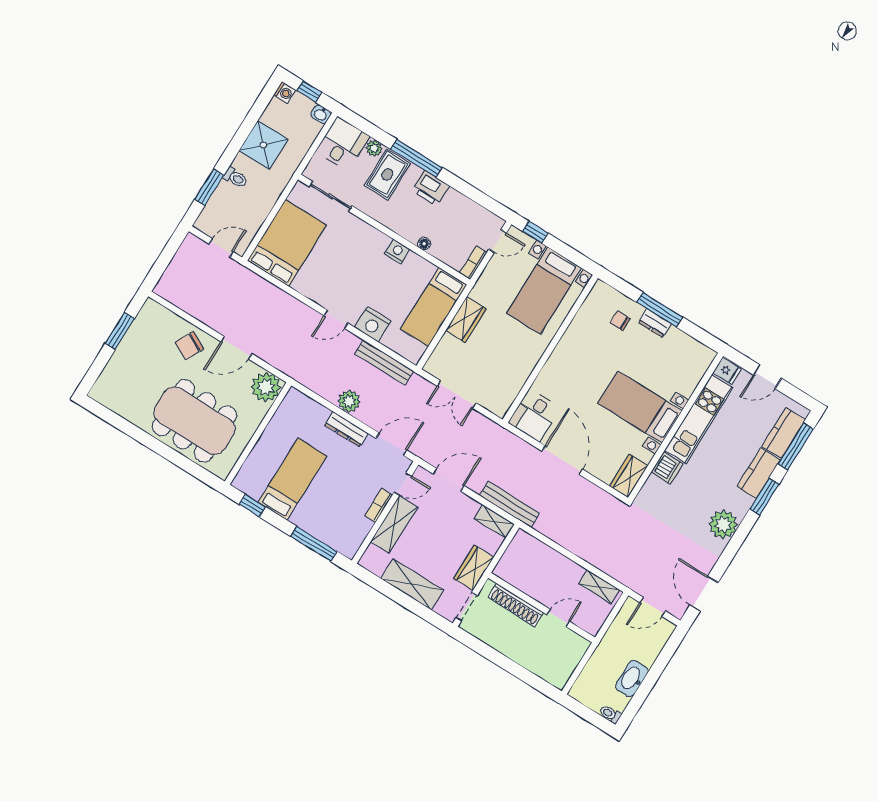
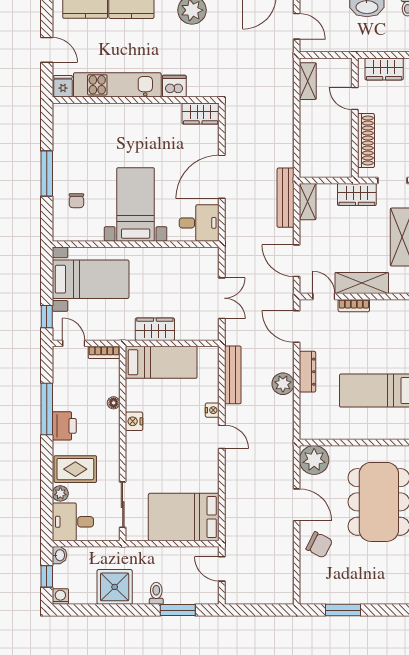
window: (416, 158) -> (47, 409), moved
dresser: (655, 323) -> (61, 171), removed
nightstand: (373, 324) -> (212, 410), width x0.53, depth x0.56
bed with nightstands: (640, 407) -> (136, 204), moved, turned 180
wardrobe: (568, 660) -> (384, 69), added

